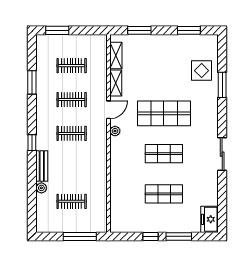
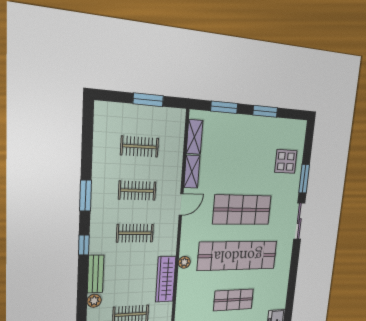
window: (57, 30) -> (148, 100), moved
window: (189, 30) -> (265, 111), moved
window: (32, 82) -> (85, 196), moved
plant: (115, 131) -> (184, 262), moved
shop shelf: (164, 154) -> (238, 256), width x2.00, depth x1.36
sliding door: (222, 154) -> (299, 221), moved
wardrobe: (100, 172) -> (166, 279), added

